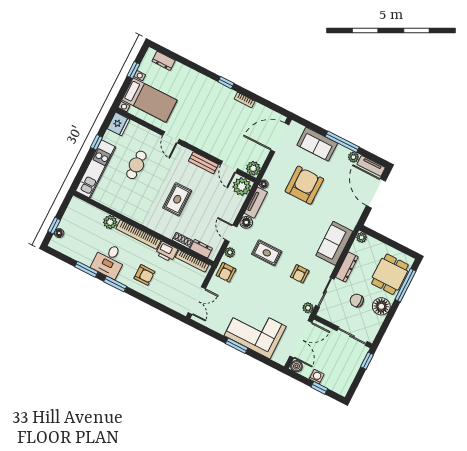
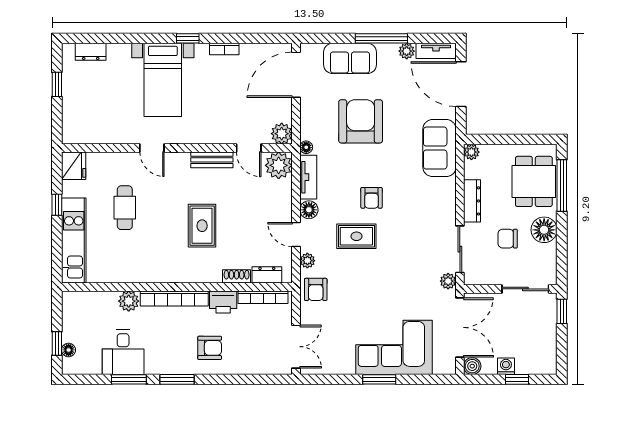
bed with nightstands: (150, 100) -> (163, 80), moved, turned 90
sofa: (334, 243) -> (439, 148), moved
desk: (109, 260) -> (123, 352), moved
armchair: (300, 274) -> (371, 198), moved

